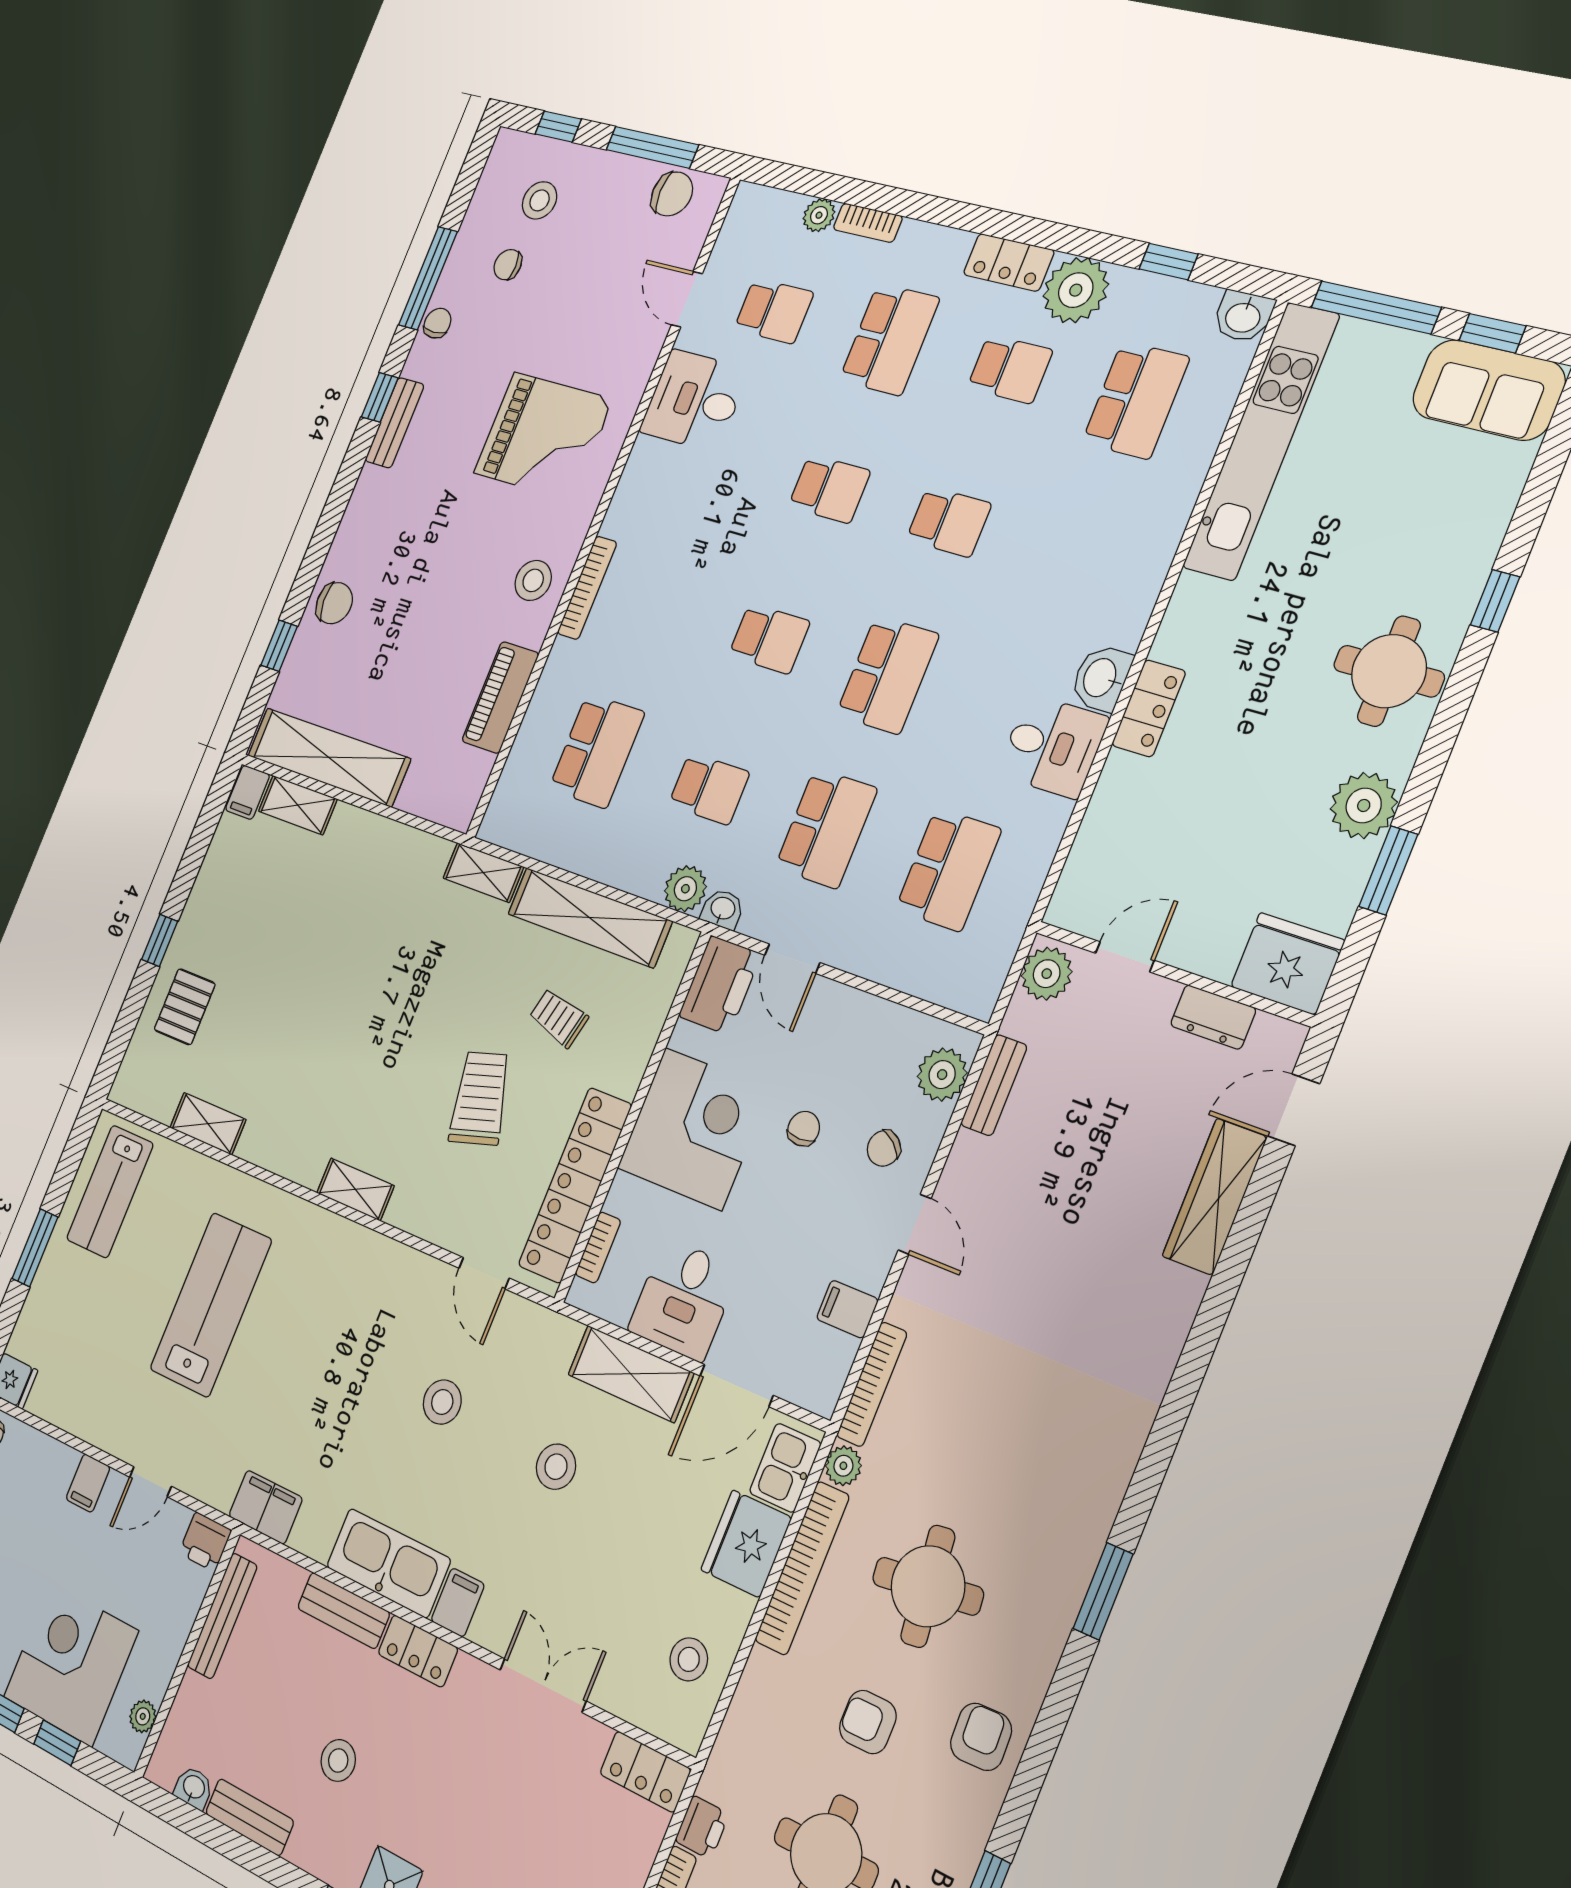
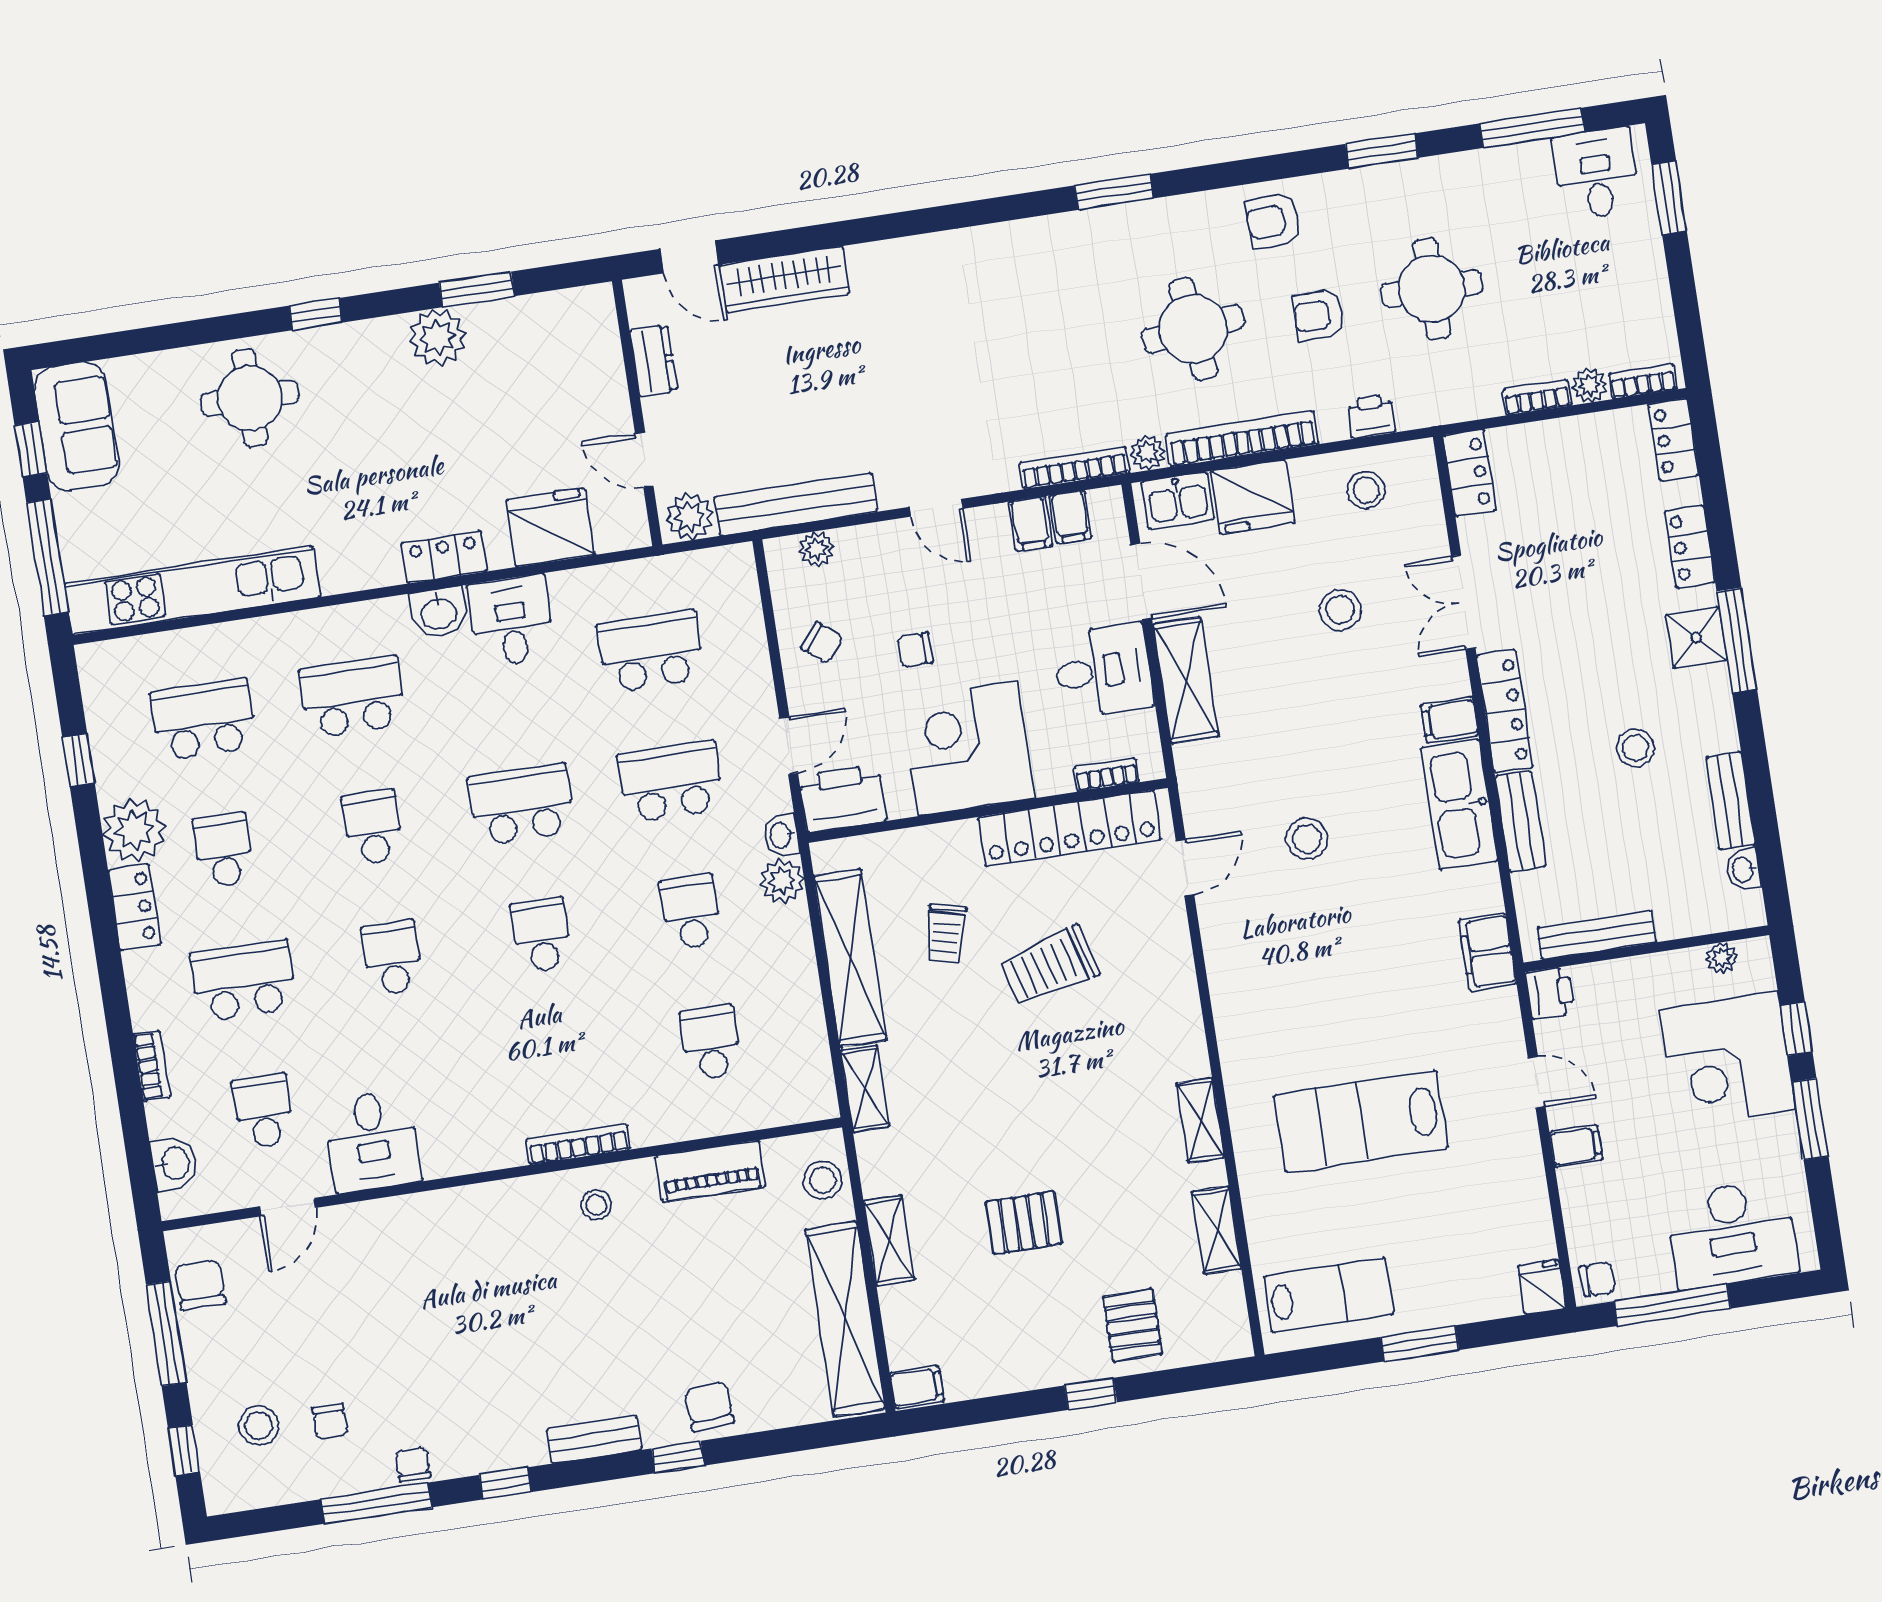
plant: (819, 215) -> (163, 1119), removed
washbasin: (1243, 316) -> (174, 1163), moved
chair: (437, 323) -> (413, 1464), turned 90
bench: (395, 423) -> (594, 1440), moved
grand piano: (543, 436) -> (467, 1279), removed
school desk: (1073, 556) -> (353, 697), added
stool: (533, 580) -> (596, 1205), width x0.73, depth x0.73
window: (1495, 601) -> (316, 314), moved
window: (279, 646) -> (678, 1457), moved
round table: (1389, 671) -> (250, 398), moved
school desk: (597, 751) -> (711, 1043), width x0.54
stool: (438, 795) -> (823, 1180), added
shelving: (298, 805) -> (889, 1240), moved
pallet: (308, 956) -> (1024, 1223), added
fridge: (1288, 964) -> (550, 527), moved, turned 90
pallet: (185, 1007) -> (1133, 1325), turned 90
plant: (942, 1075) -> (817, 549), width x0.73, depth x0.73
bench: (994, 1085) -> (796, 504), width x1.86, depth x1.21
chair: (884, 1148) -> (822, 643), moved
shelving: (355, 1189) -> (1200, 1120), moved
door: (915, 1224) -> (936, 508), swing flipped
filing cabinet: (831, 1352) -> (1070, 517), added
stool: (556, 1467) -> (1340, 610), moved
locker: (418, 1651) -> (1505, 711), width x1.53
armchair: (868, 1722) -> (1319, 315), turned 90
printer: (702, 1827) -> (1371, 416), moved

